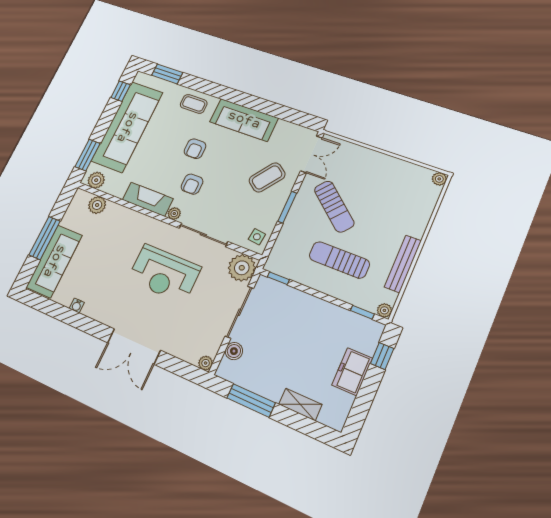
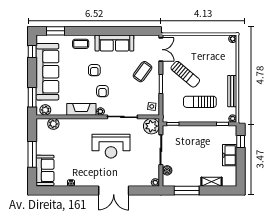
sofa: (54, 261) -> (45, 170), width x0.73

